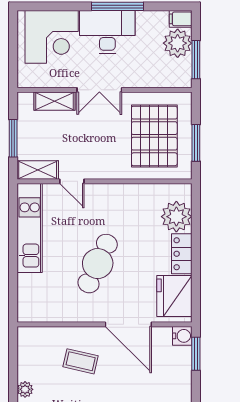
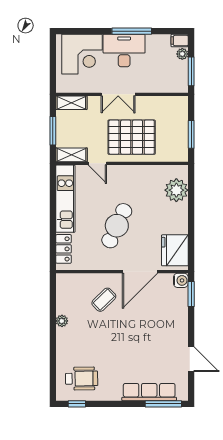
plant: (178, 43) -> (182, 54), width x0.53, depth x0.53
shelving: (54, 101) -> (71, 103), moved
pallet: (154, 136) -> (132, 137), moved, turned 90
locker: (182, 254) -> (64, 249), moved, turned 180
door: (128, 324) -> (140, 272), hinge flipped
coffee table: (81, 361) -> (104, 300), turned -57

